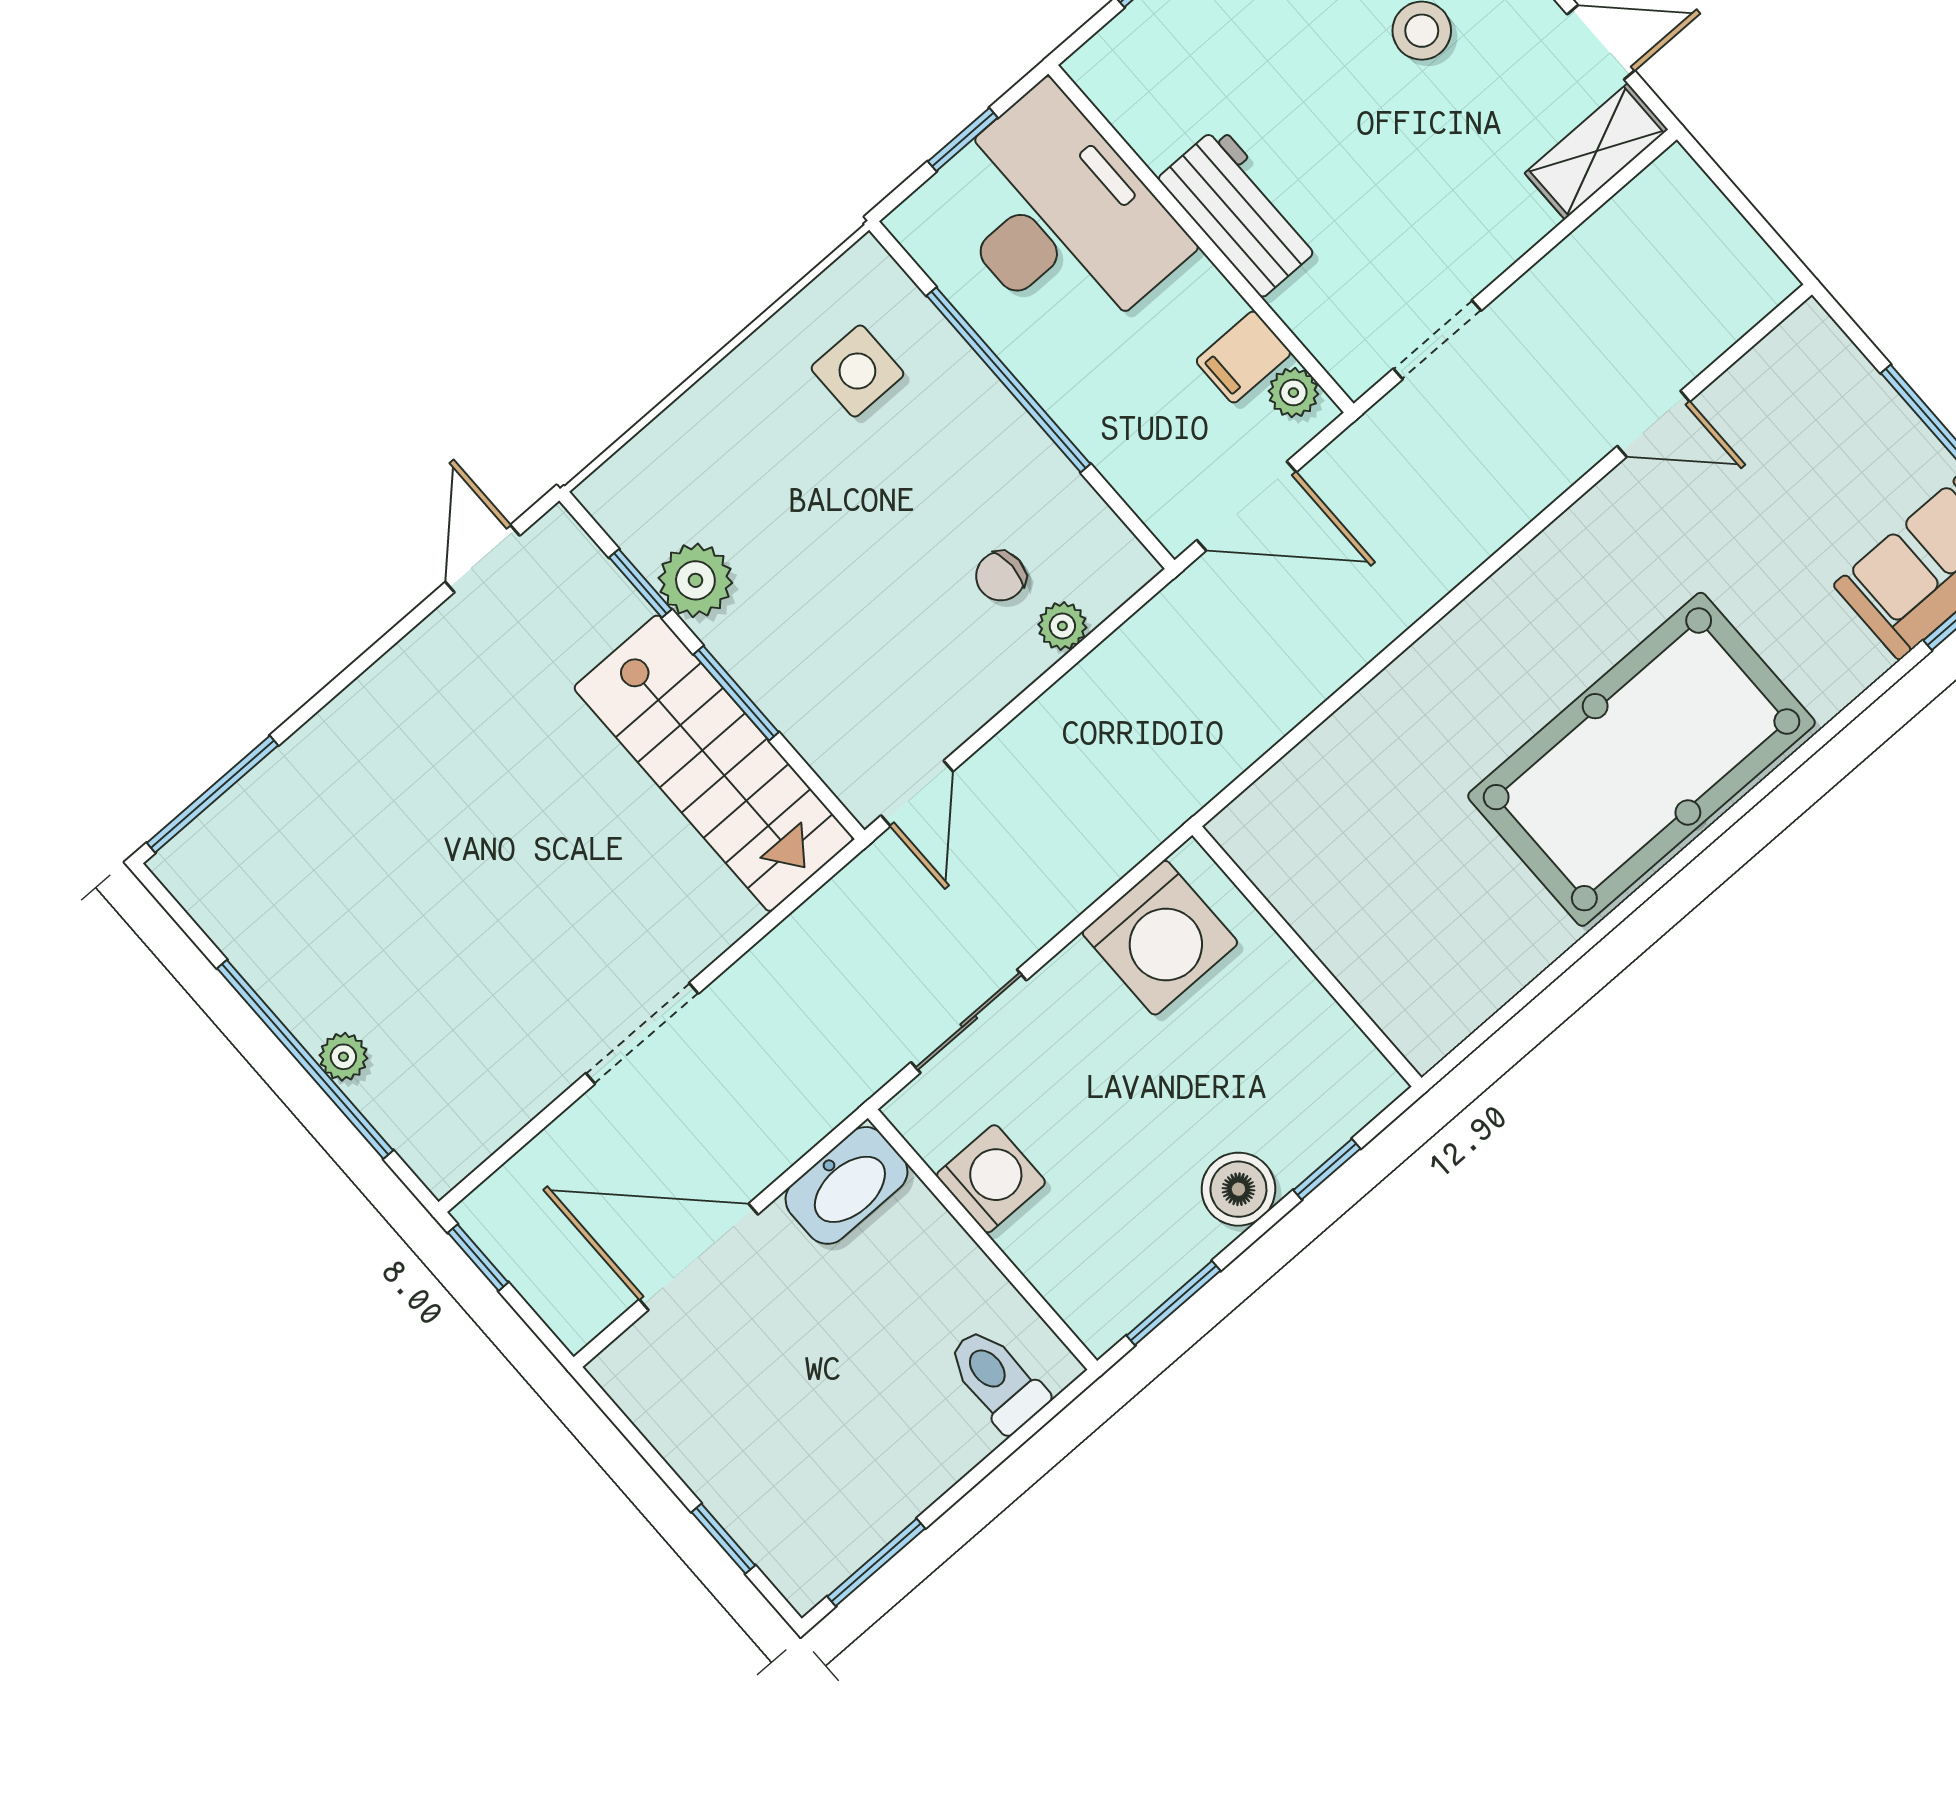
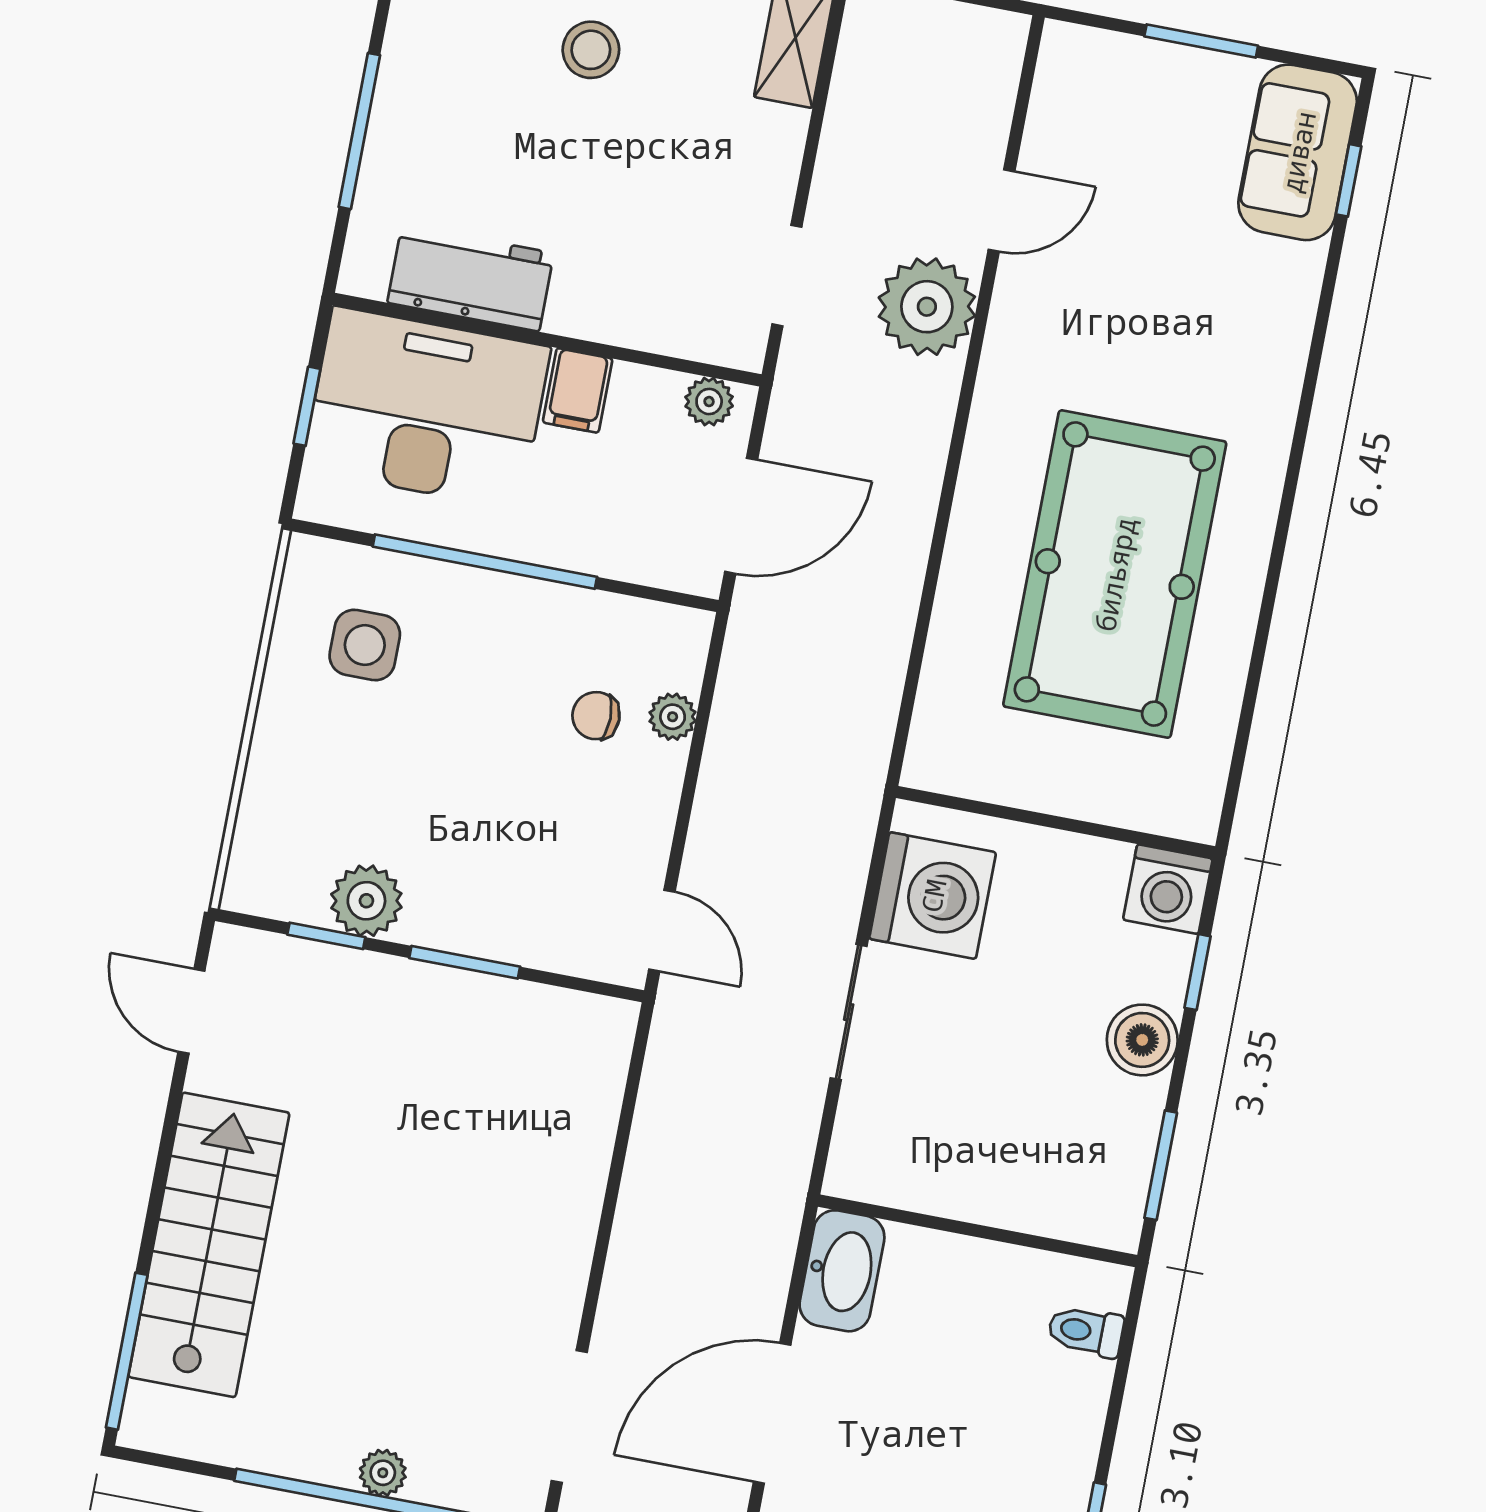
workbench: (1241, 211) -> (471, 278), moved
filing cabinet: (1243, 357) -> (578, 390), moved
plant: (1531, 454) -> (927, 307), added
chair: (1001, 576) -> (596, 716), turned 90
pool table: (1641, 759) -> (1115, 574), moved
stairs: (714, 763) -> (209, 1245), moved, turned -90
sliding door: (969, 1021) -> (849, 1012), moved
doorway: (642, 1033) -> (569, 1417), moved
washing machine: (991, 1179) -> (1168, 889), moved, turned 180
toilet: (997, 1380) -> (1086, 1331), width x0.73, depth x0.72

